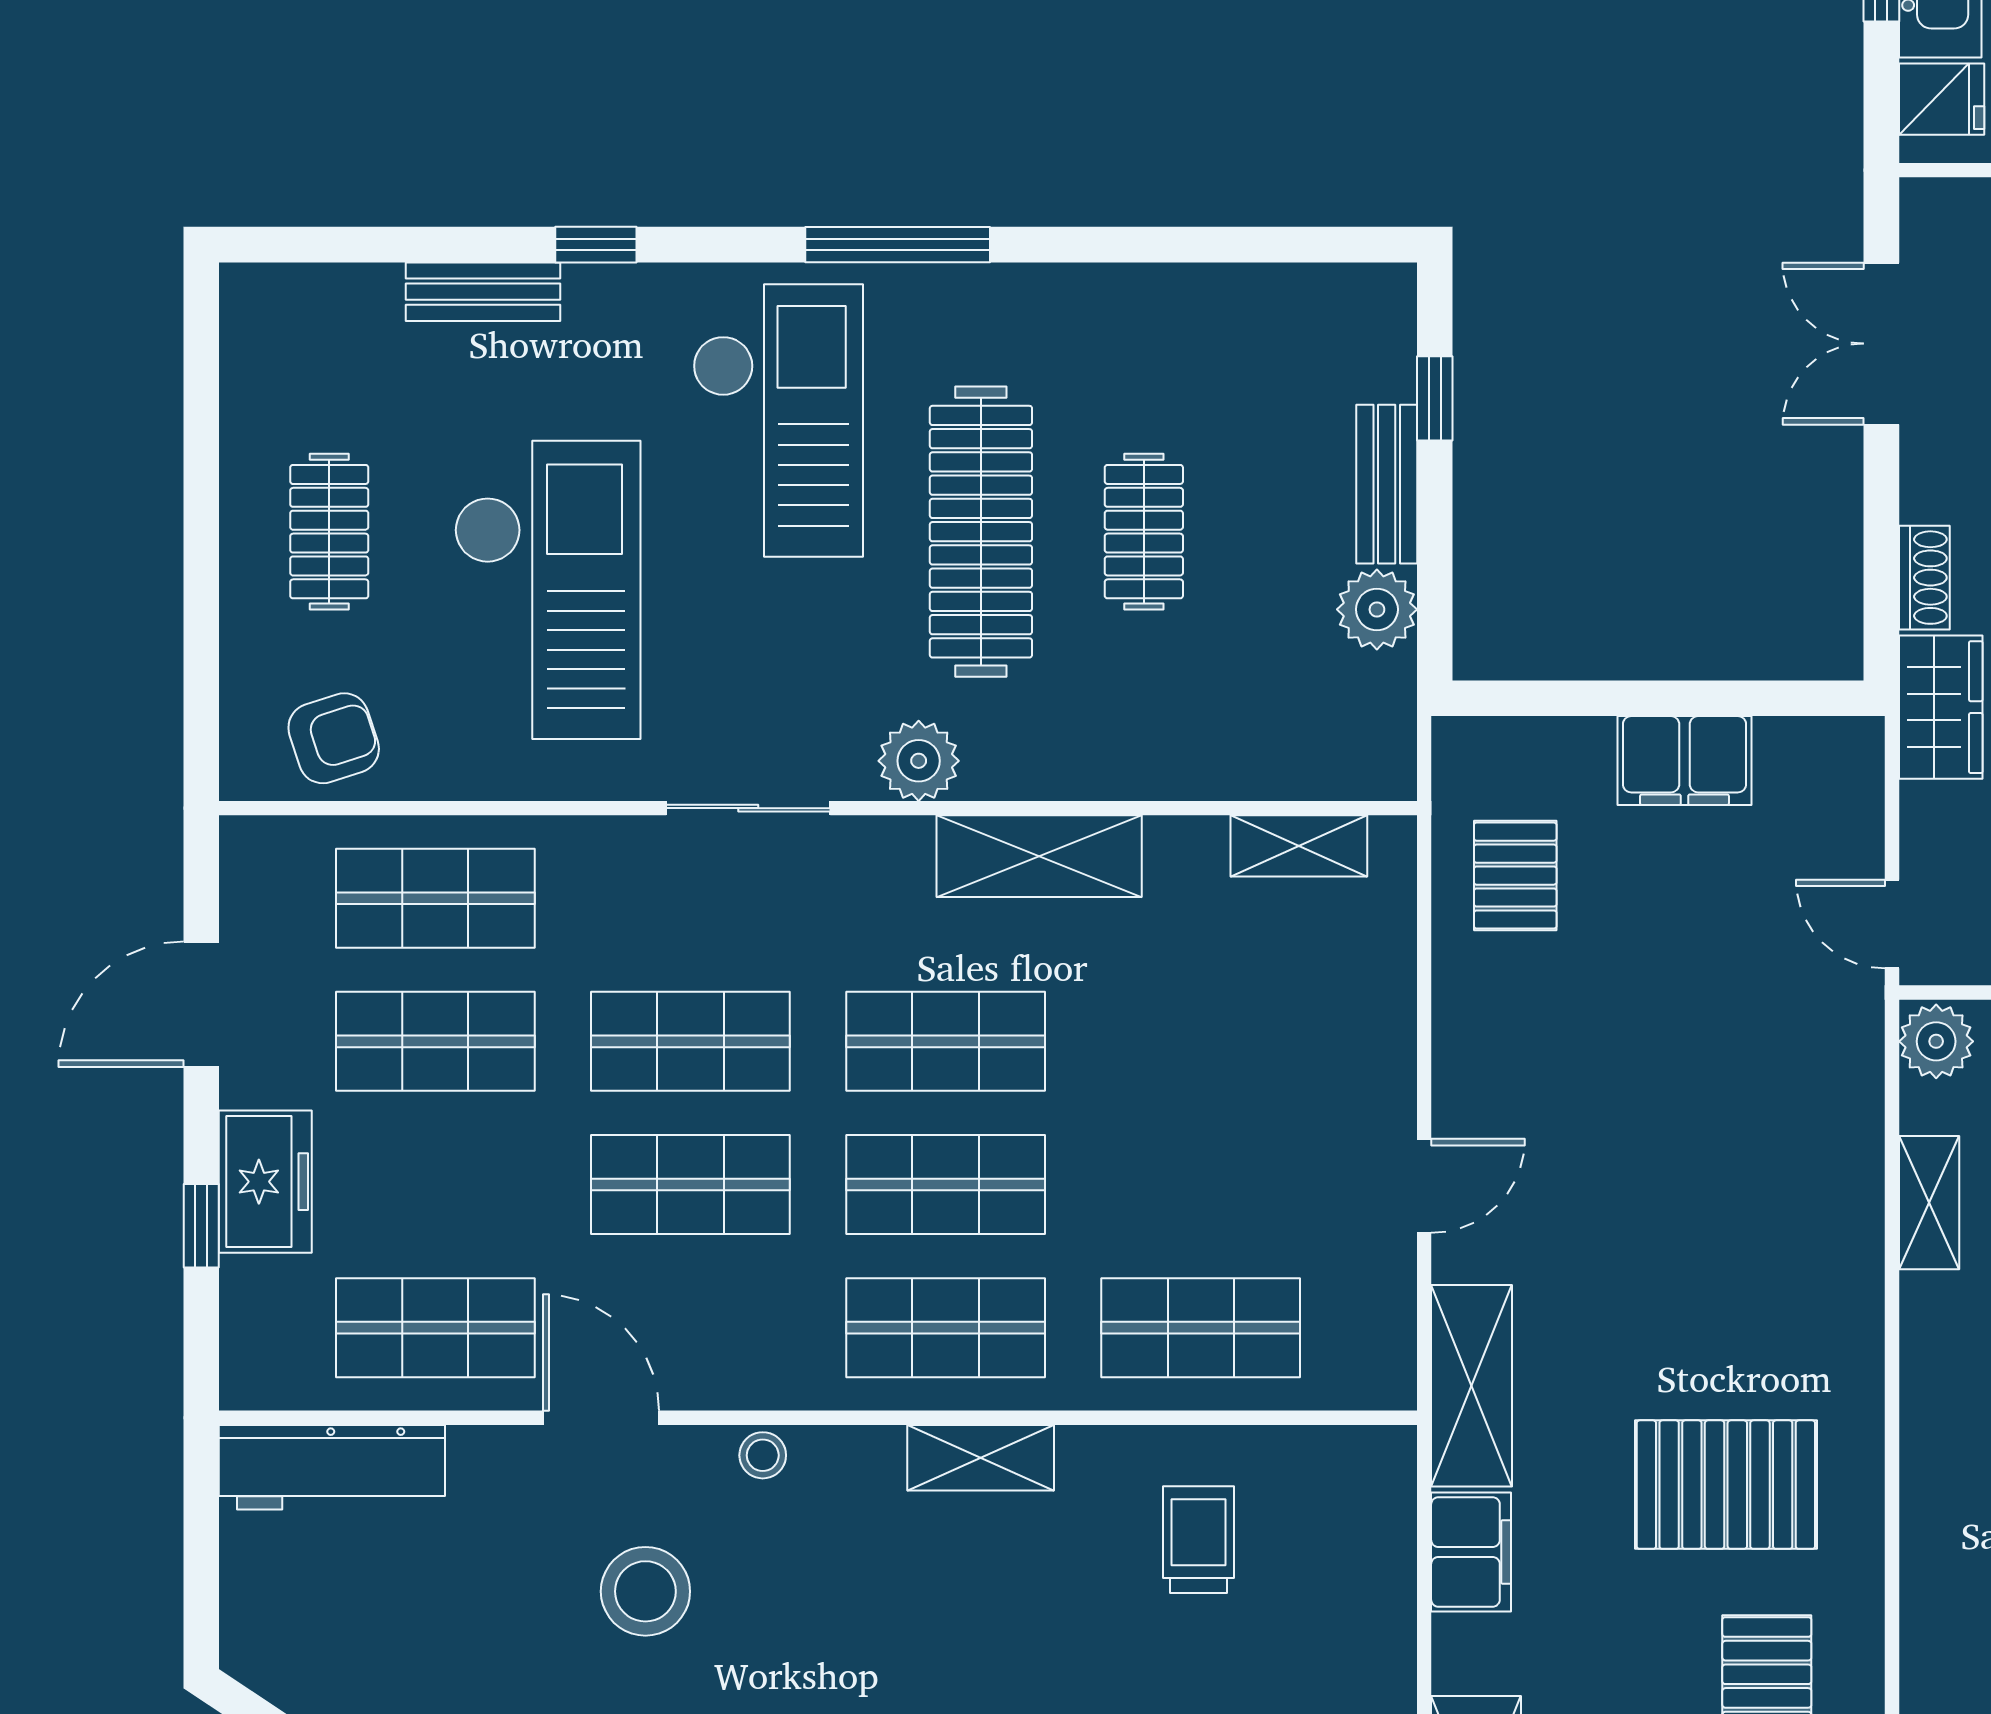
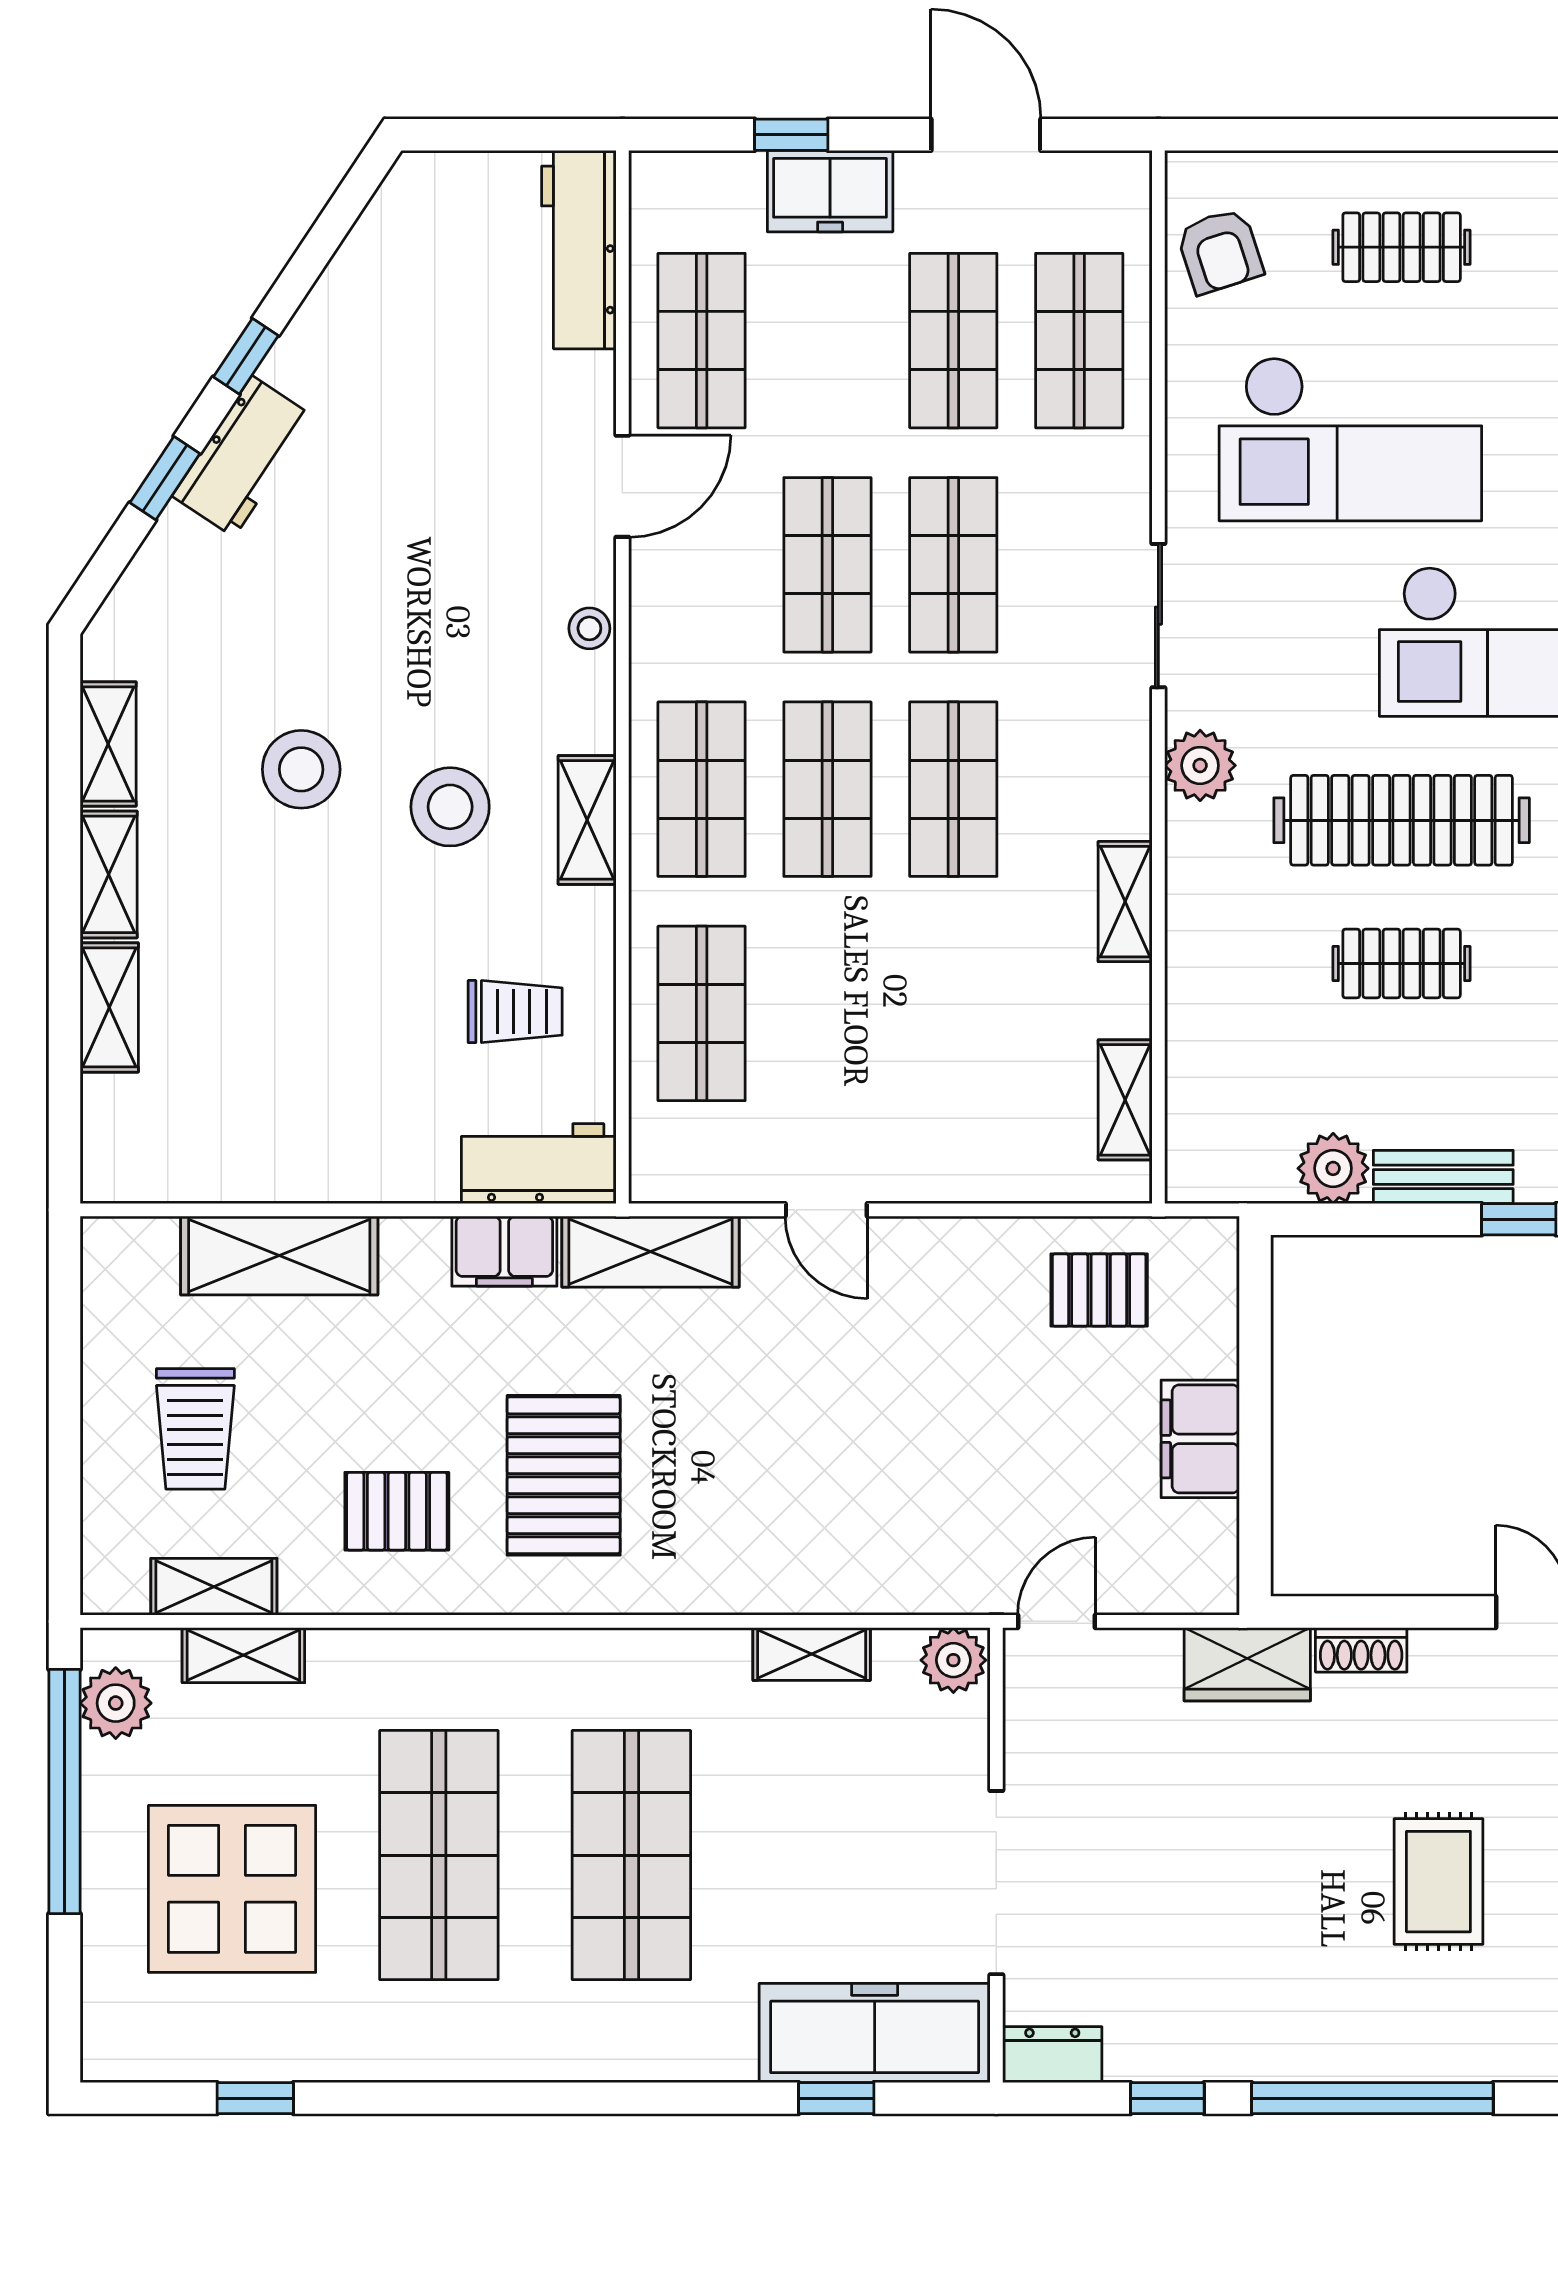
shelving: (1039, 856) -> (1125, 902), width x0.67, depth x0.75
workbench: (1372, 1513) -> (539, 1164), added
stool: (645, 1591) -> (450, 807), moved

